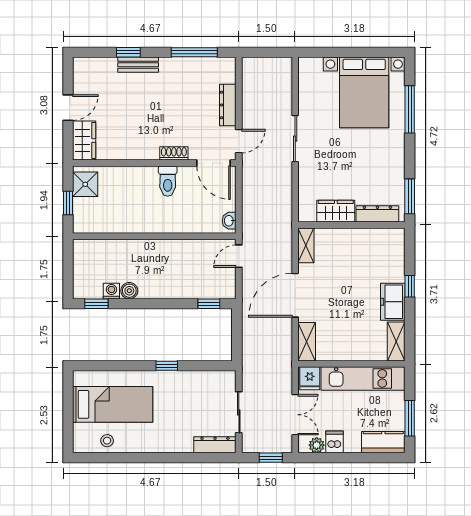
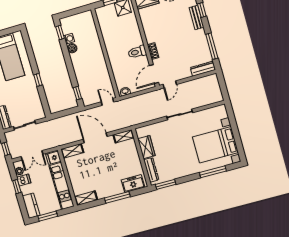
dresser: (228, 105) -> (203, 69), moved
door: (239, 141) -> (170, 84), hinge flipped
window: (410, 286) -> (117, 197), width x2.17
freezer: (393, 302) -> (133, 184), moved
window: (343, 458) -> (17, 187), added

